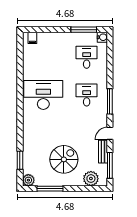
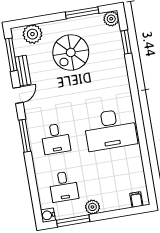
plant: (67, 38) -> (92, 207), added

